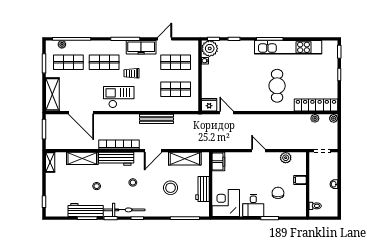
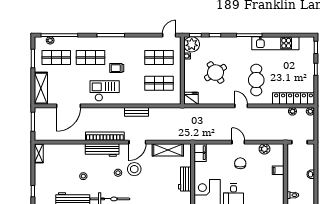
door: (165, 39) -> (169, 35), moved
freezer: (141, 47) -> (126, 43), removed
kitchen unit: (288, 47) -> (275, 43), width x0.73
round table: (235, 78) -> (216, 73), added
door: (81, 113) -> (68, 106), hinge flipped
door: (227, 113) -> (241, 106), moved
bench: (157, 119) -> (136, 112), width x0.73
shelving: (82, 158) -> (69, 150), removed
stool: (171, 188) -> (134, 169), moved
chair: (278, 193) -> (240, 163), moved

